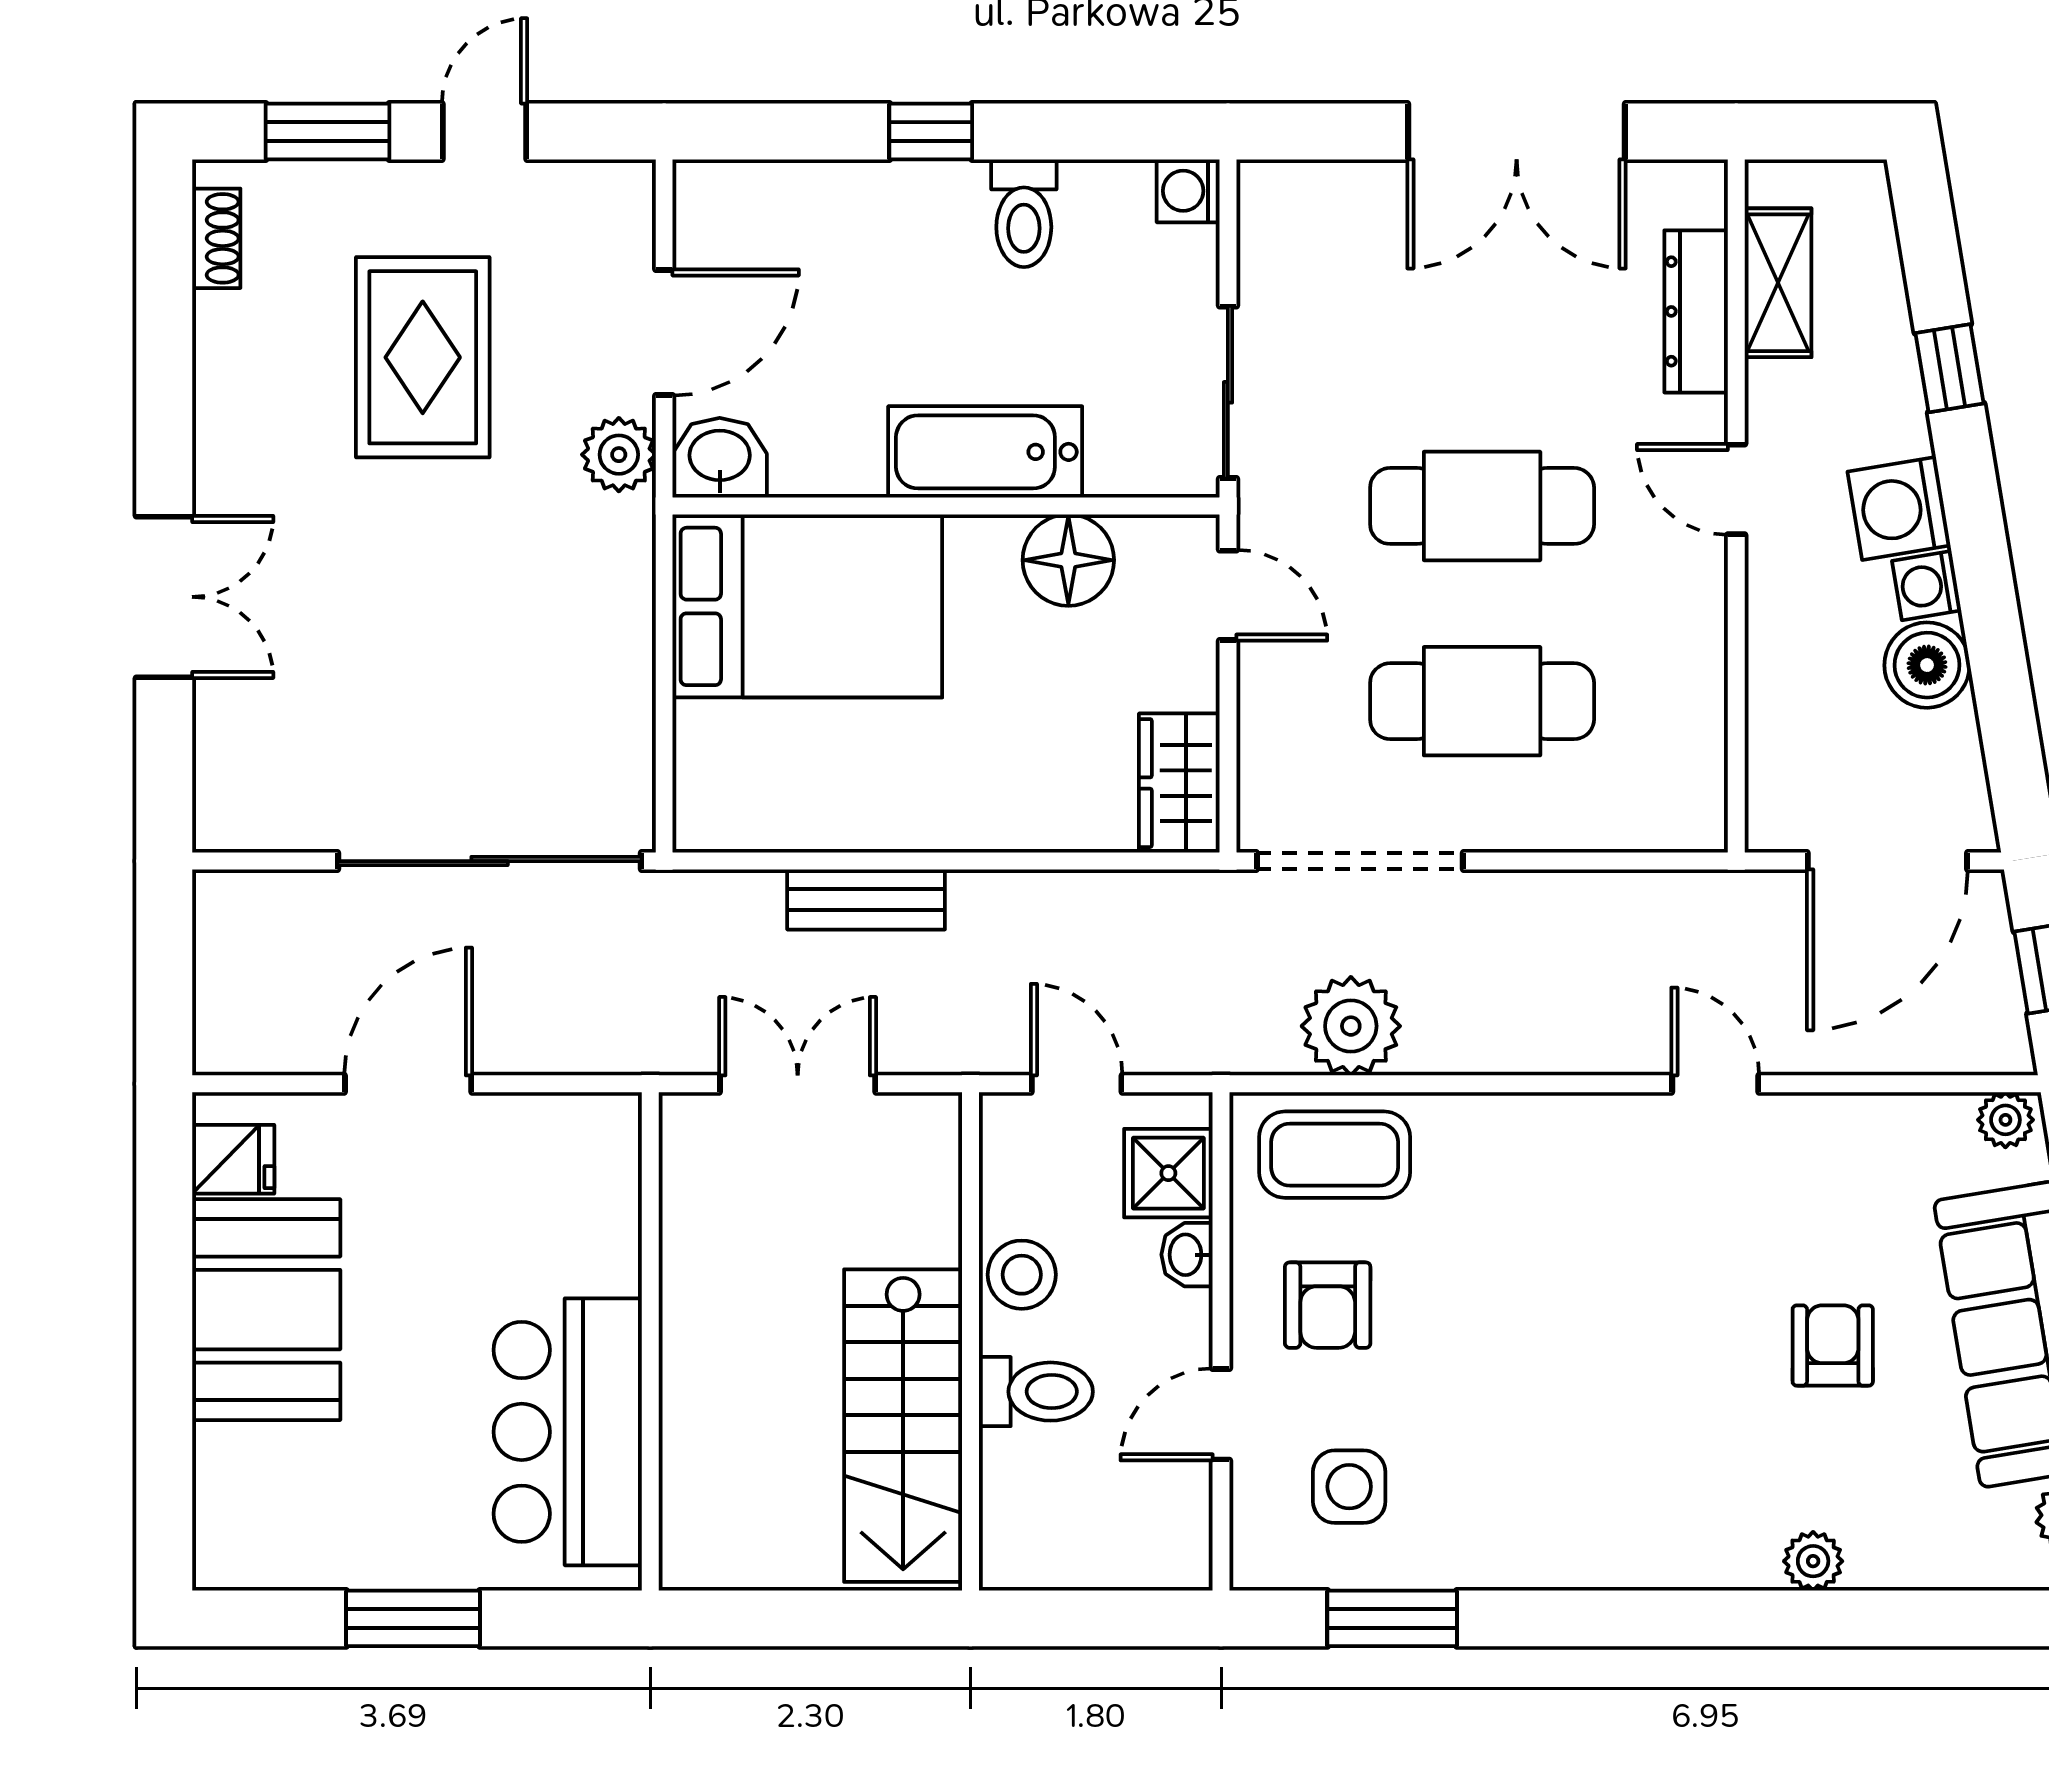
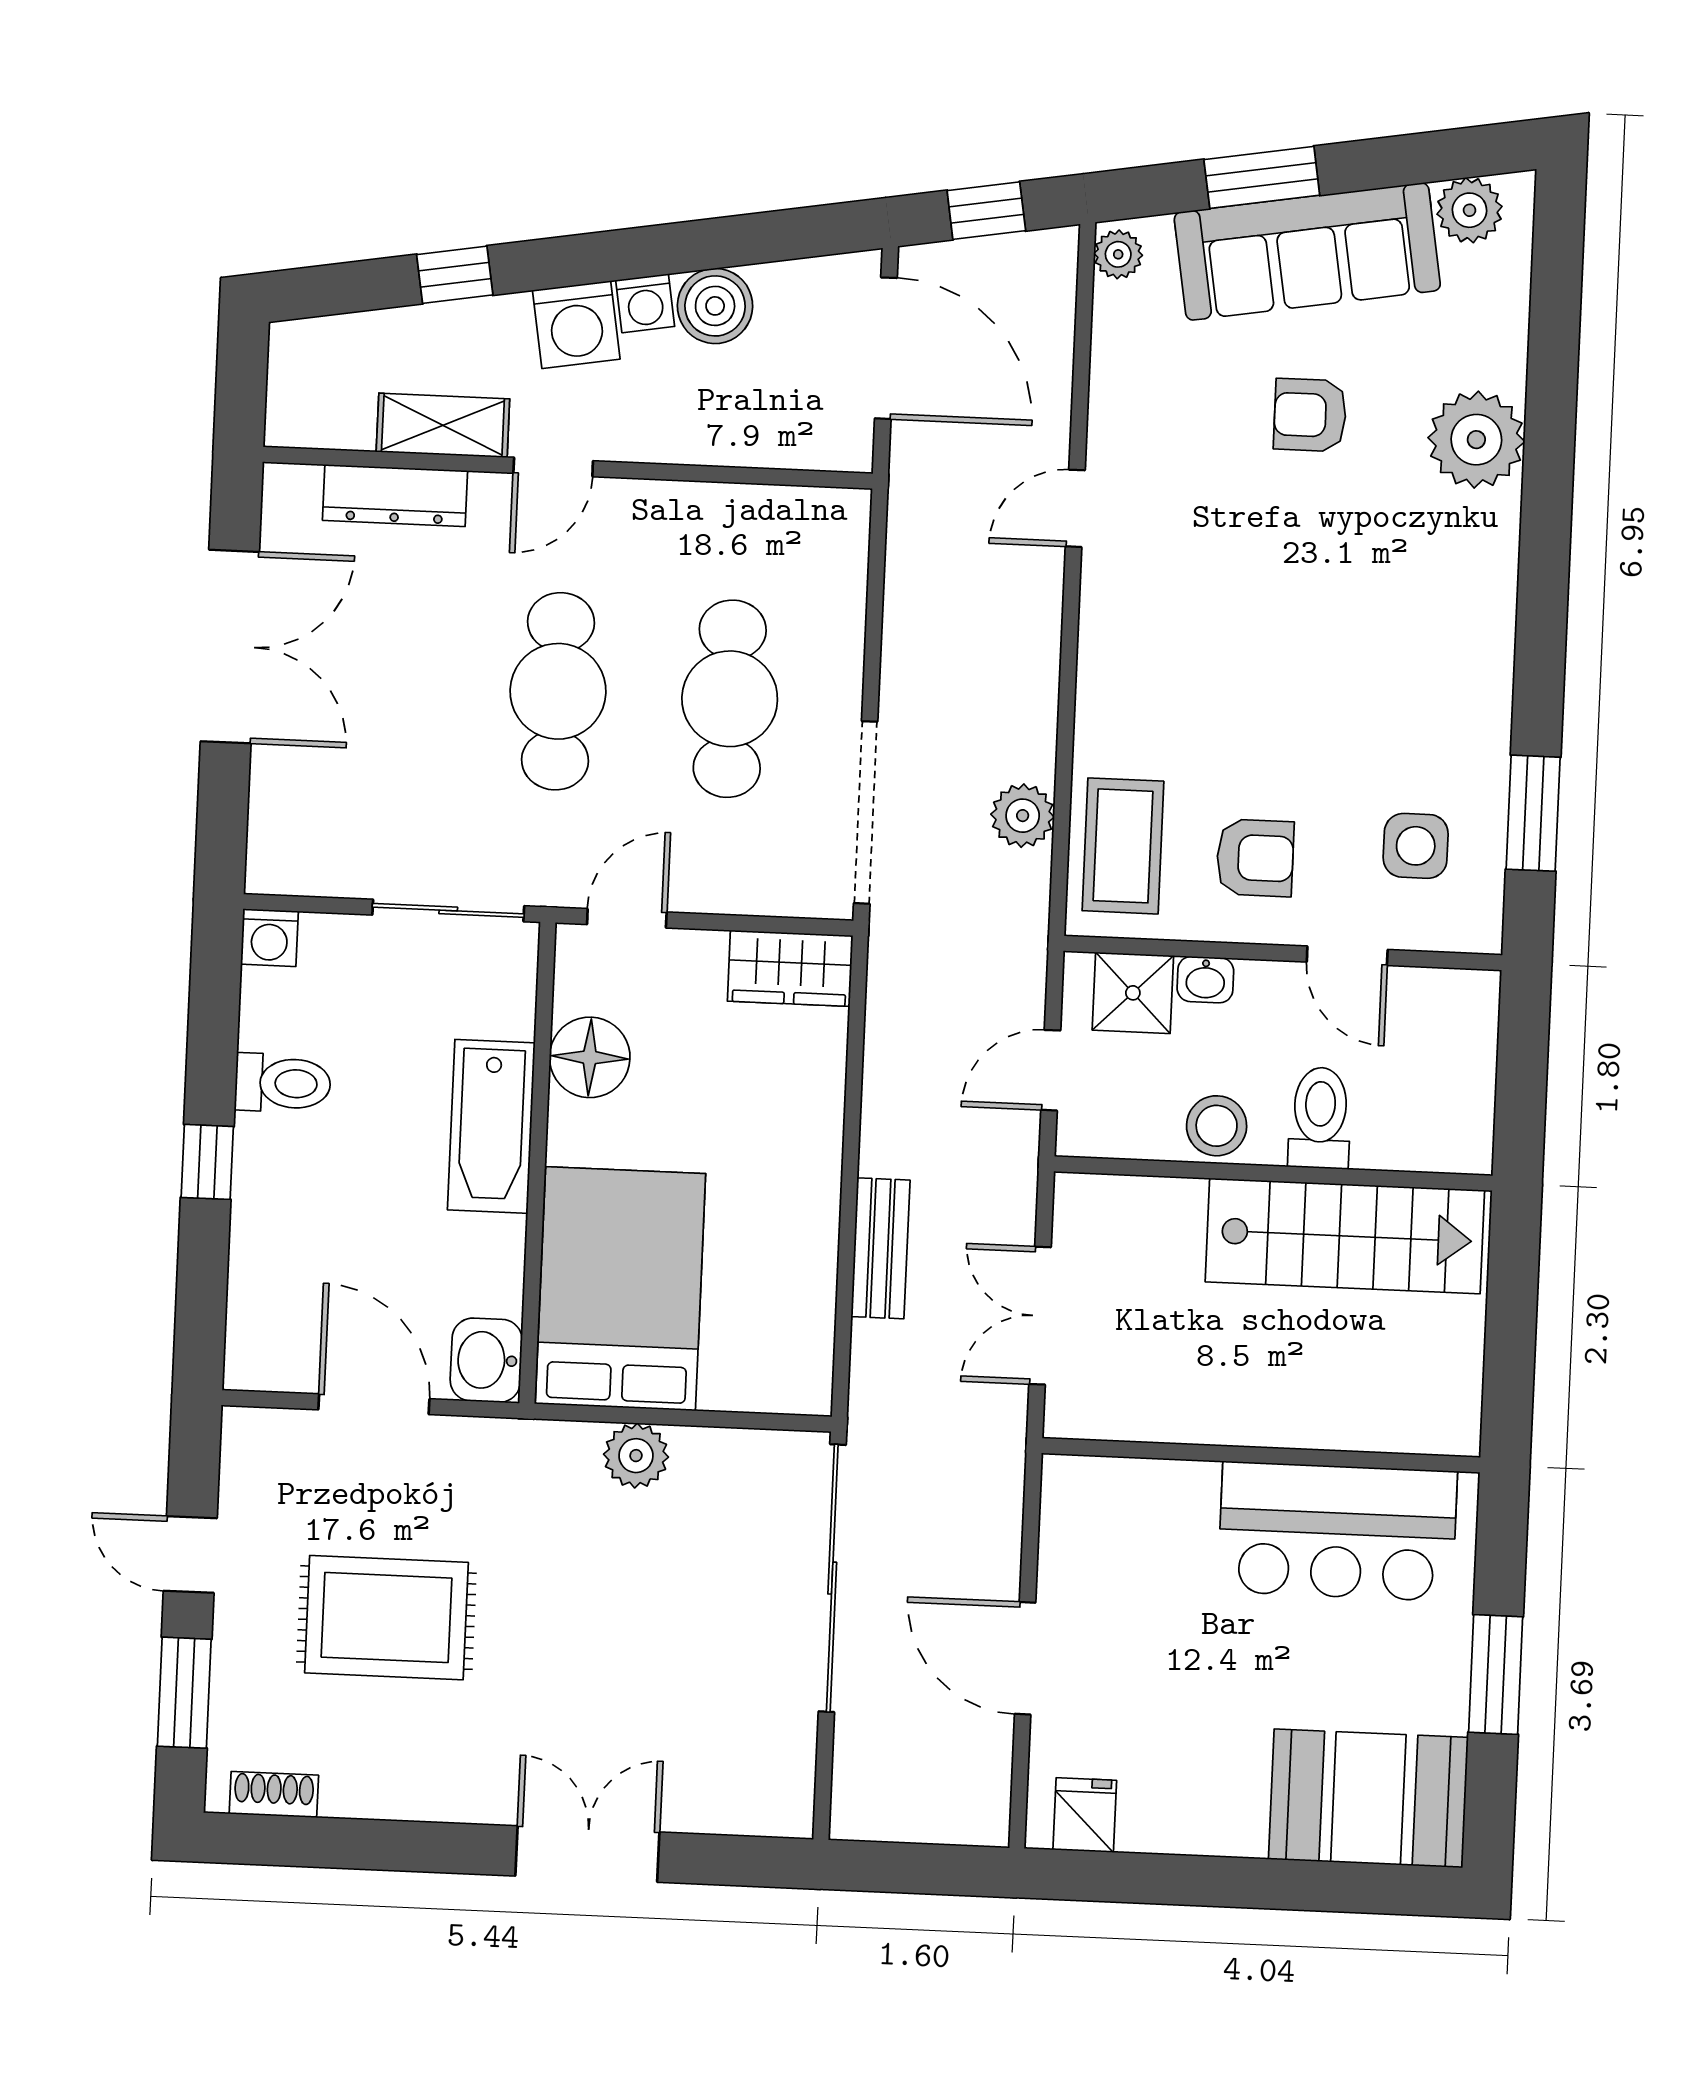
shelving: (1778, 283) -> (443, 425), moved
plant: (619, 455) -> (636, 1456), moved
plant: (1351, 1026) -> (1023, 816), width x0.73, depth x0.73
booth: (266, 1310) -> (1368, 1798), moved
plant: (1813, 1561) -> (1476, 440), width x1.87, depth x1.87

